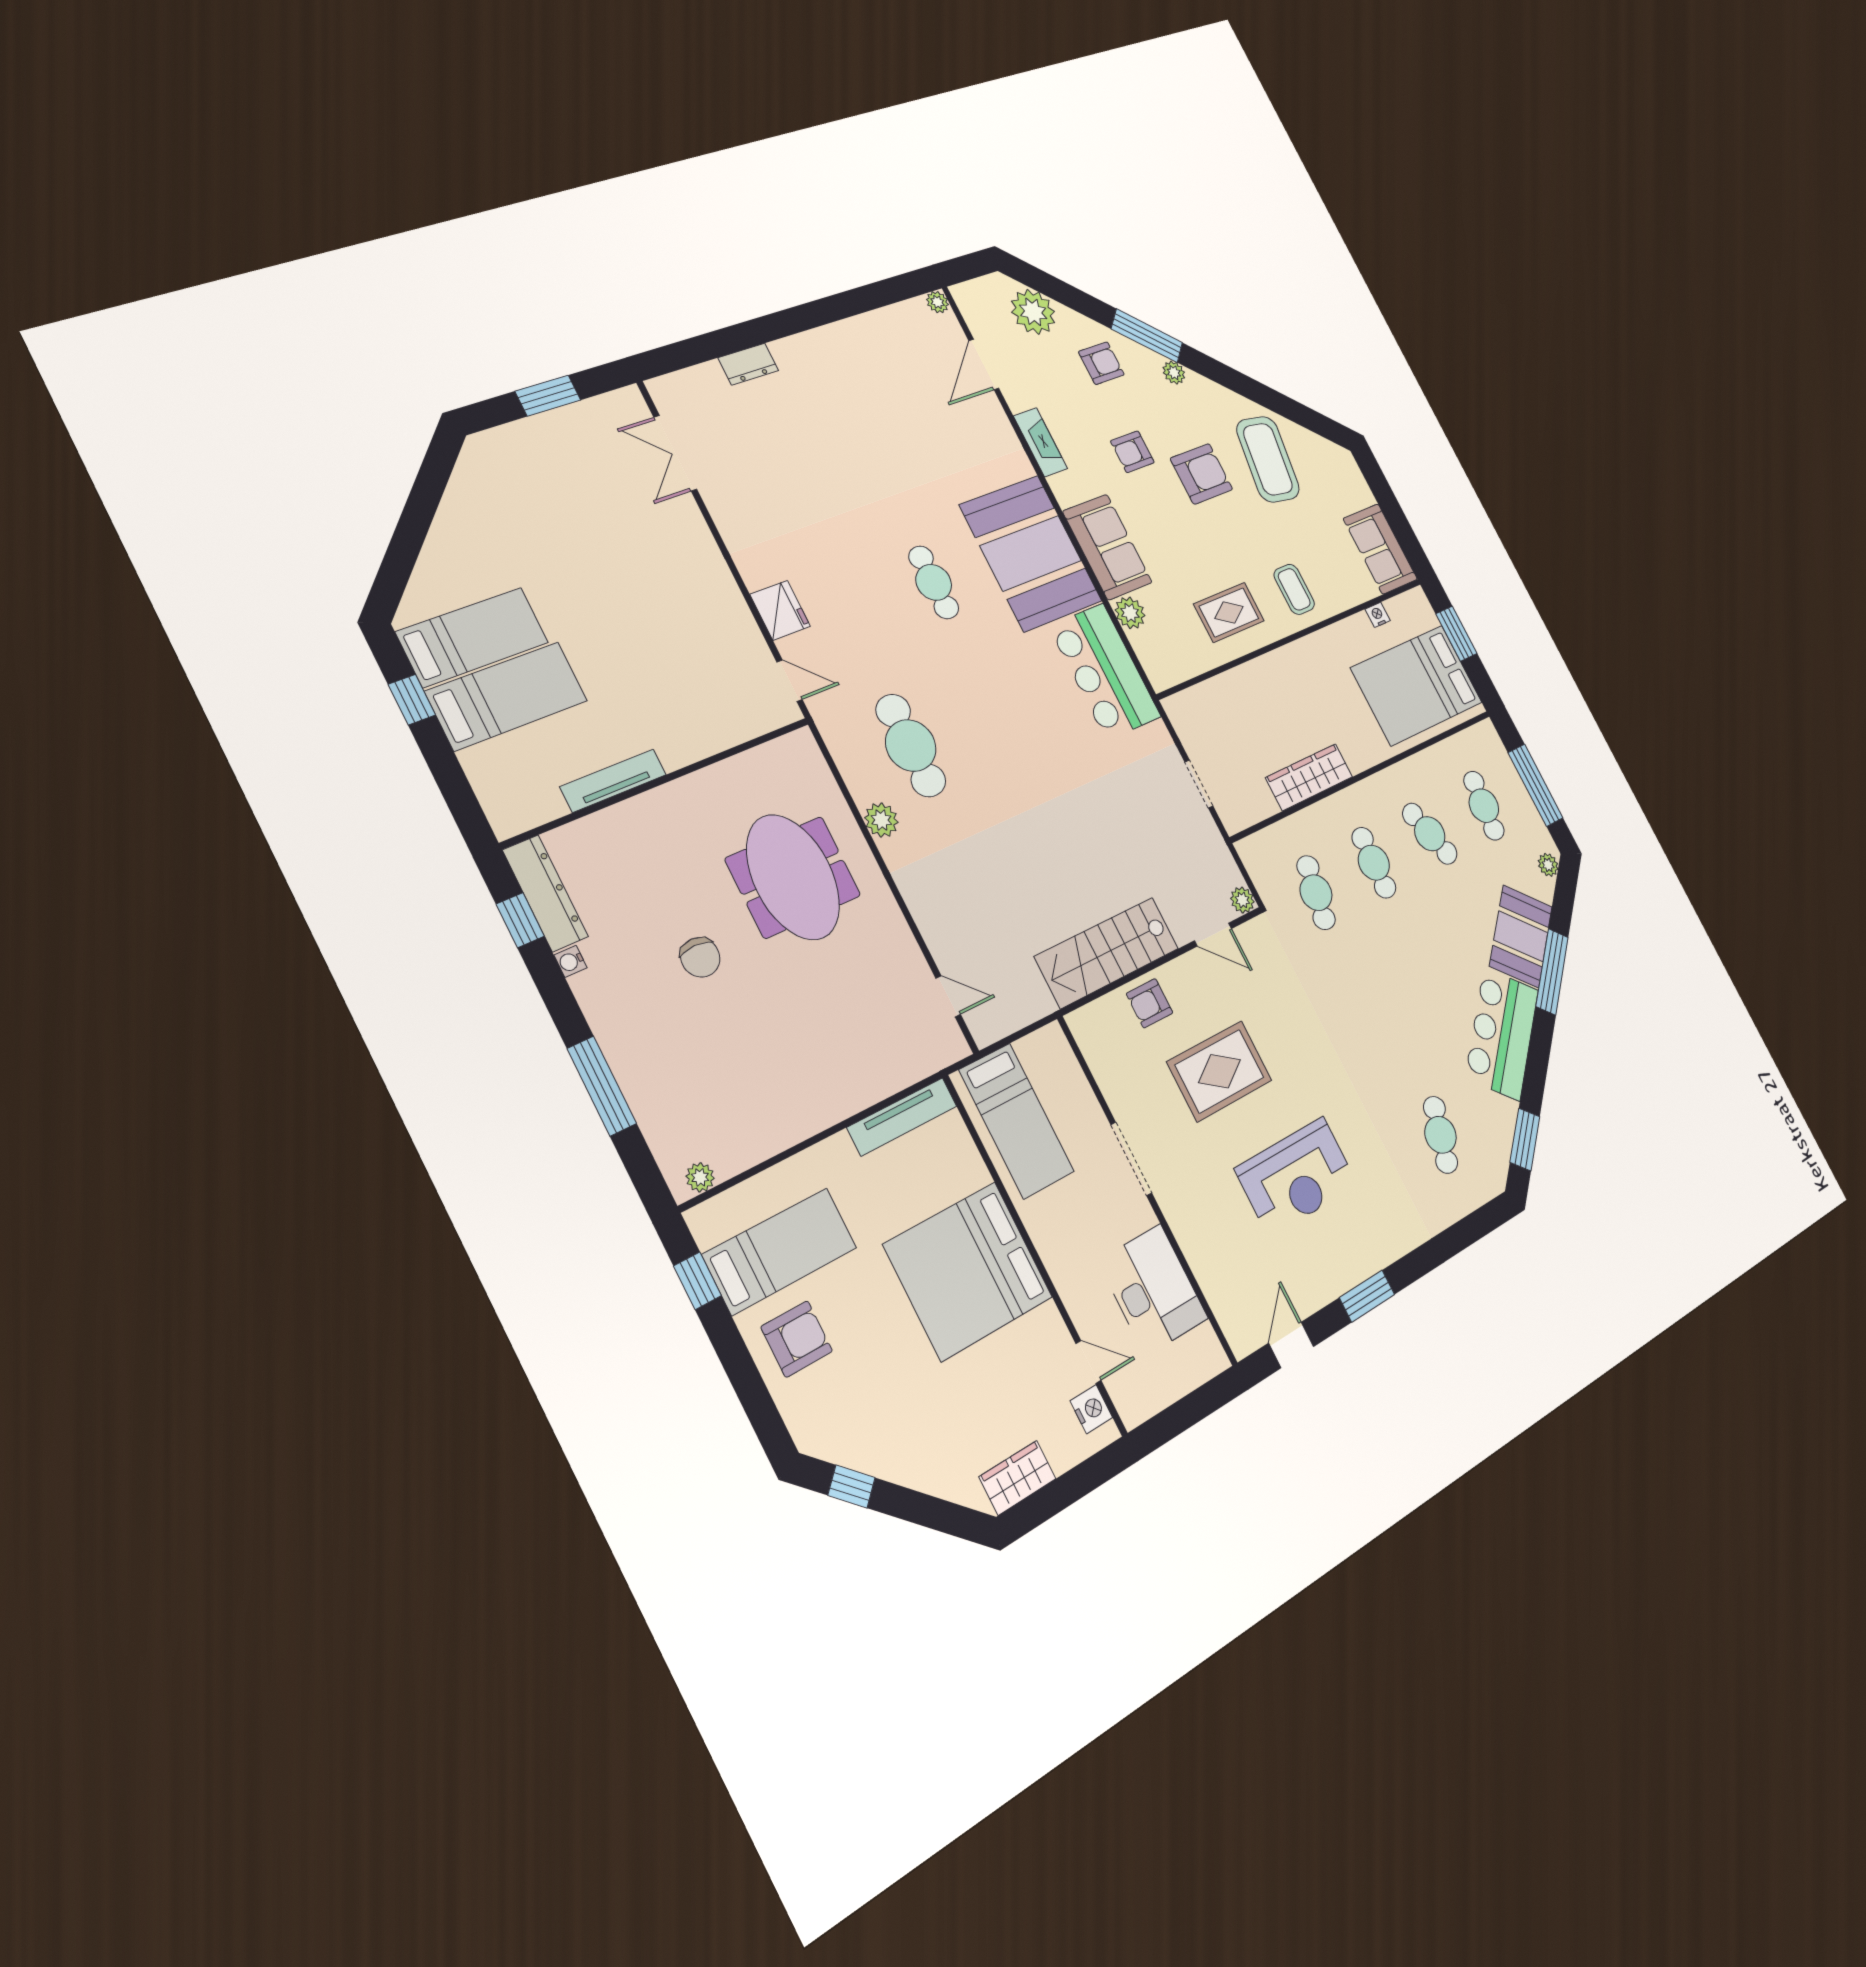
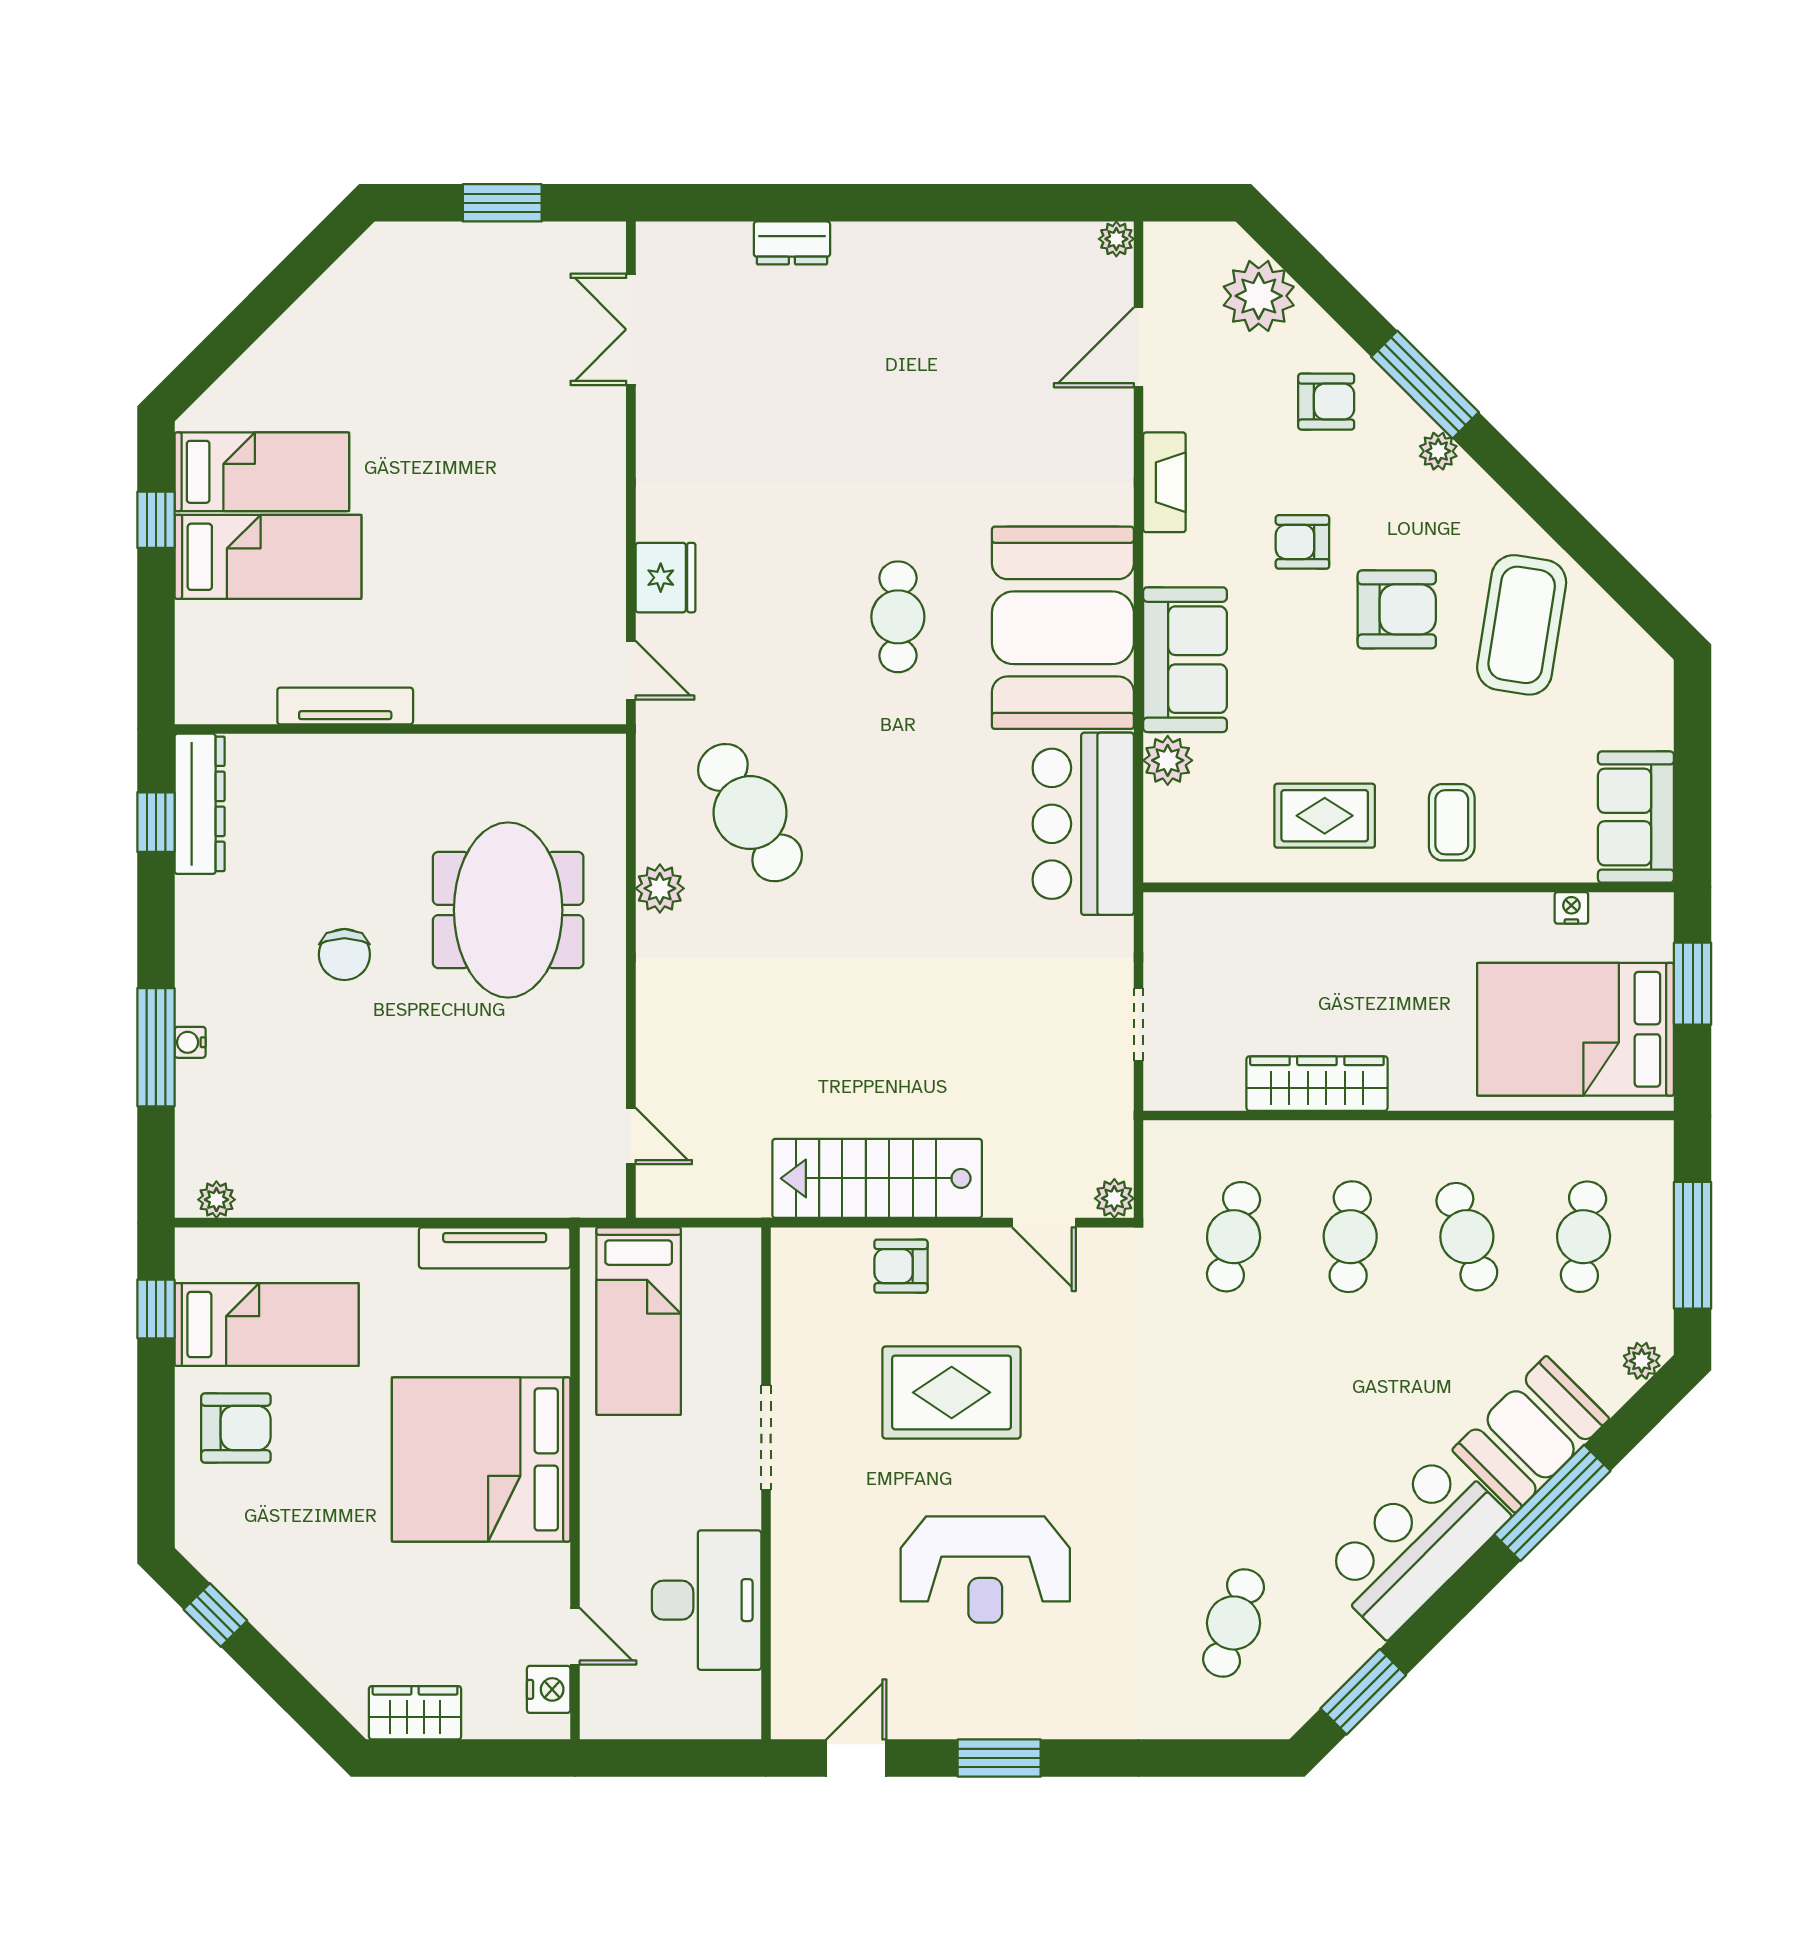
cafe table: (911, 746) -> (750, 813), turned -31
water cooler: (571, 961) -> (190, 1042), moved

